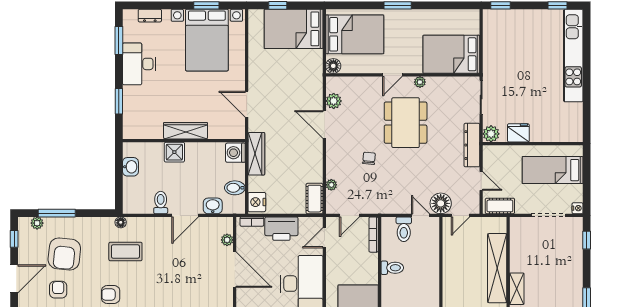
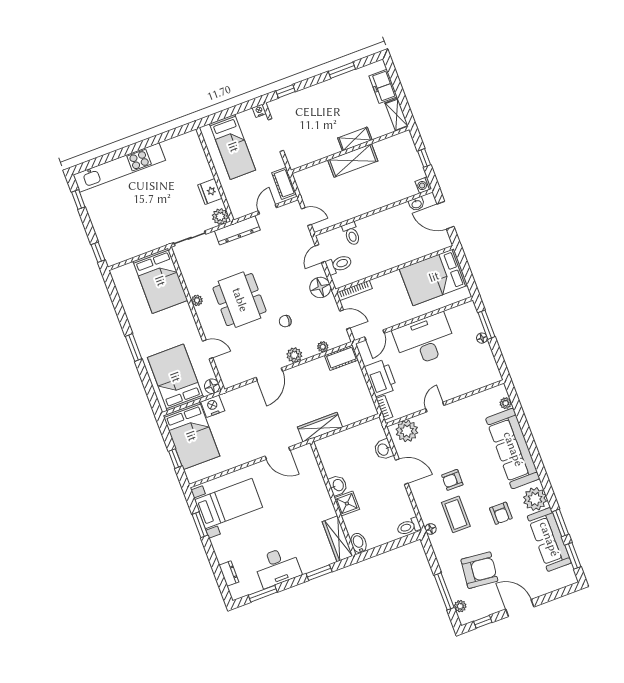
bed with nightstands: (207, 40) -> (229, 503), width x0.73
door: (392, 75) -> (208, 349), moved
plant: (334, 101) -> (294, 355), moved
door: (247, 104) -> (278, 453), hinge flipped
dining table: (406, 123) -> (240, 300), turned 90
wardrobe: (186, 131) -> (337, 539), moved
washing machine: (235, 153) -> (326, 447), removed
washbasin: (130, 167) -> (338, 485), moved, turned 90
bidet: (235, 188) -> (359, 543), moved, turned 180
nightstand: (257, 202) -> (213, 406), moved, turned 180
toilet: (161, 203) -> (409, 527), moved
floor lamp: (441, 203) -> (320, 287), moved
door: (324, 238) -> (374, 335), hinge flipped
plant: (227, 240) -> (407, 431), width x1.88, depth x1.88
toilet: (392, 268) -> (351, 234), moved, turned 180
shelving: (497, 268) -> (353, 161), width x0.68
door: (235, 270) -> (435, 407), width x0.53
armchair: (58, 290) -> (452, 480), moved

